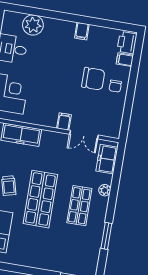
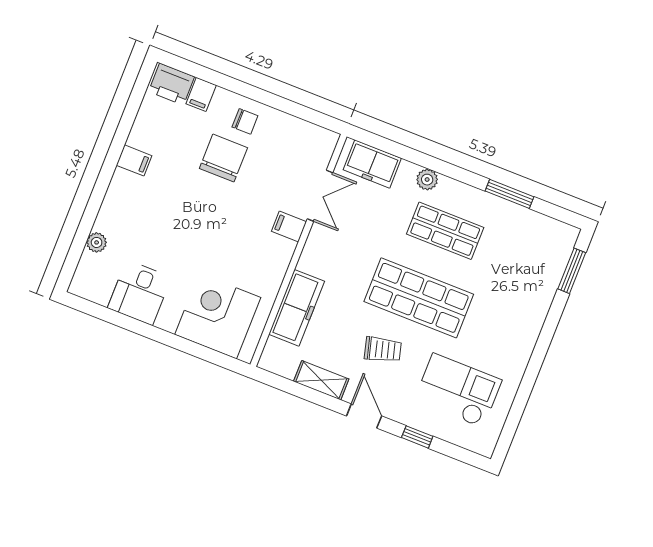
plant: (33, 25) -> (97, 242), width x0.53, depth x0.53

